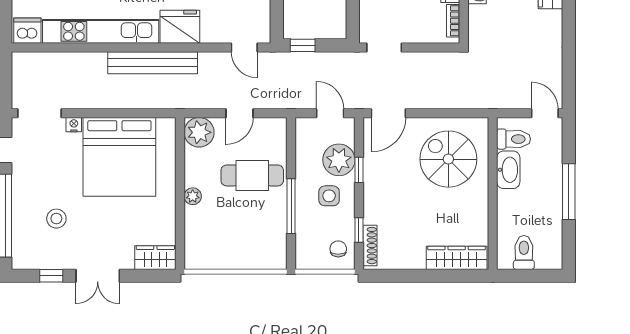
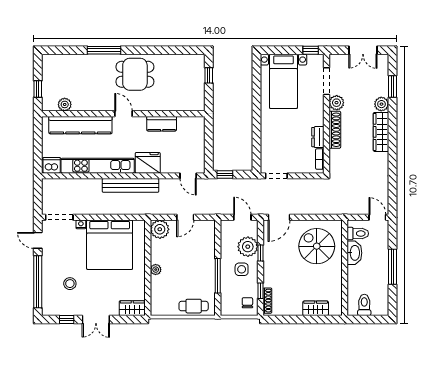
cafe table: (252, 175) -> (194, 306), moved, width x0.73, depth x0.74
wardrobe: (457, 258) -> (316, 308), width x0.67

